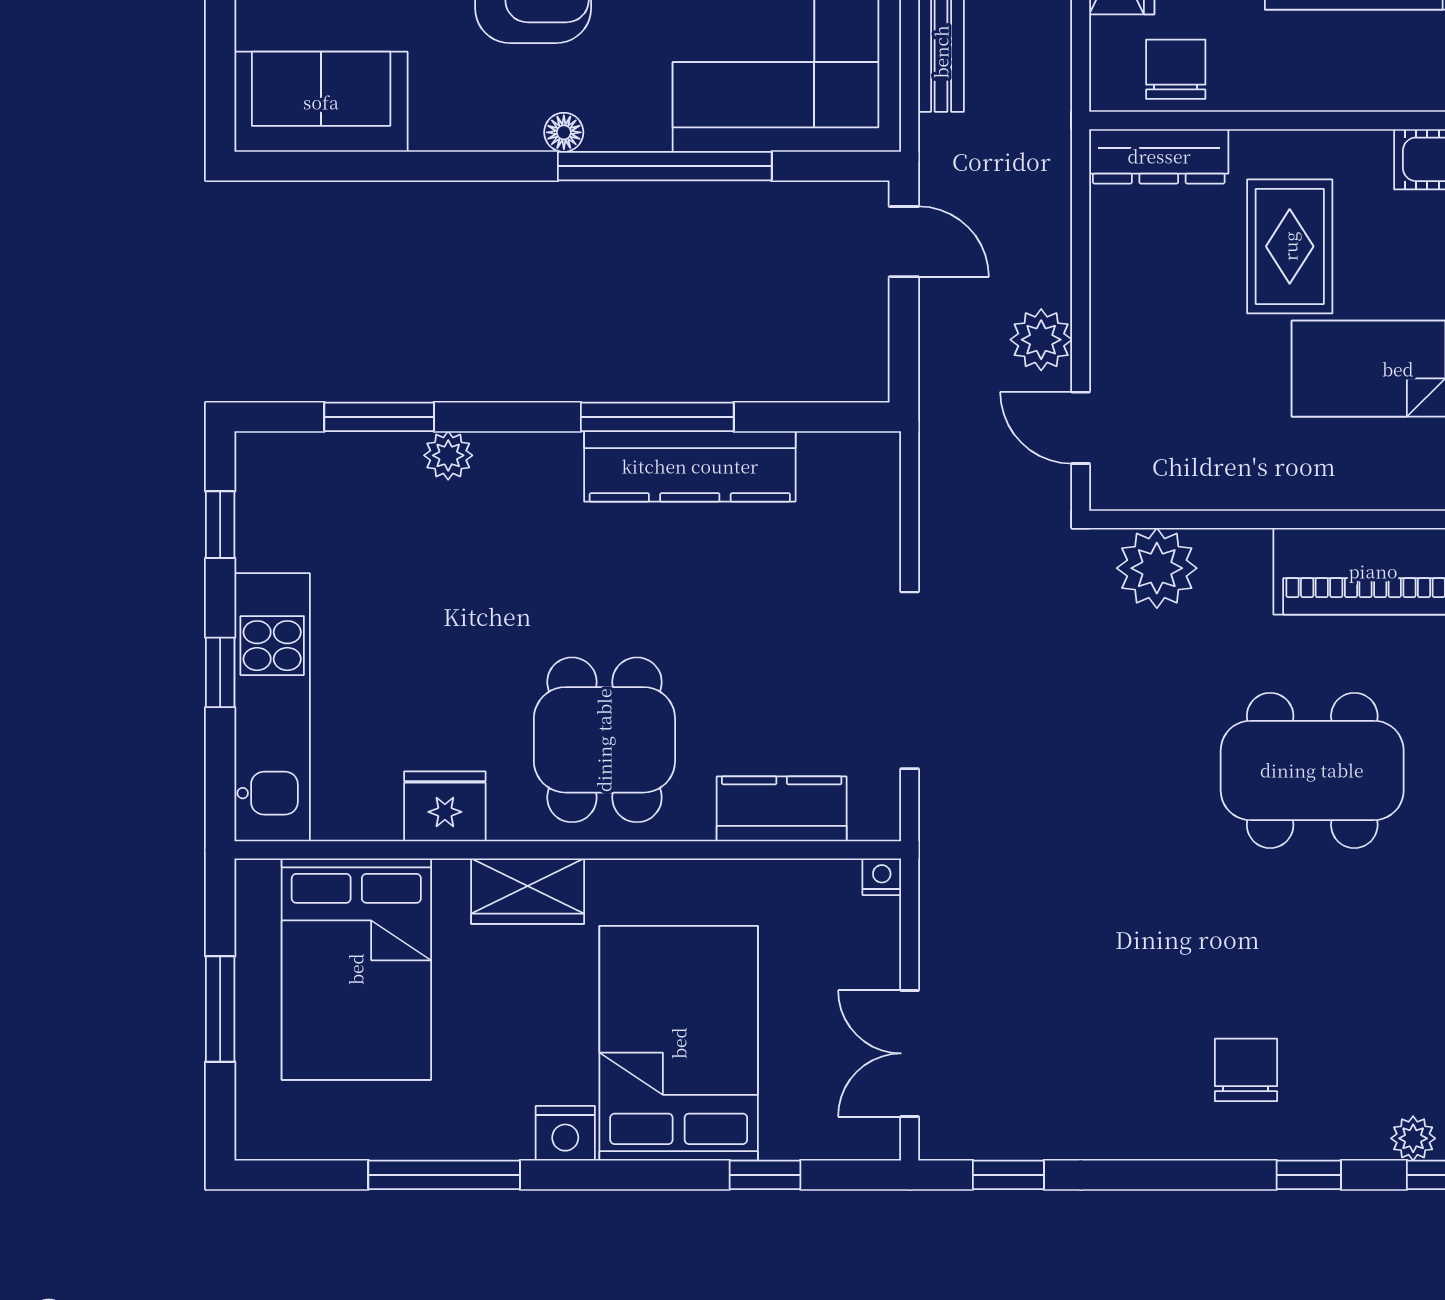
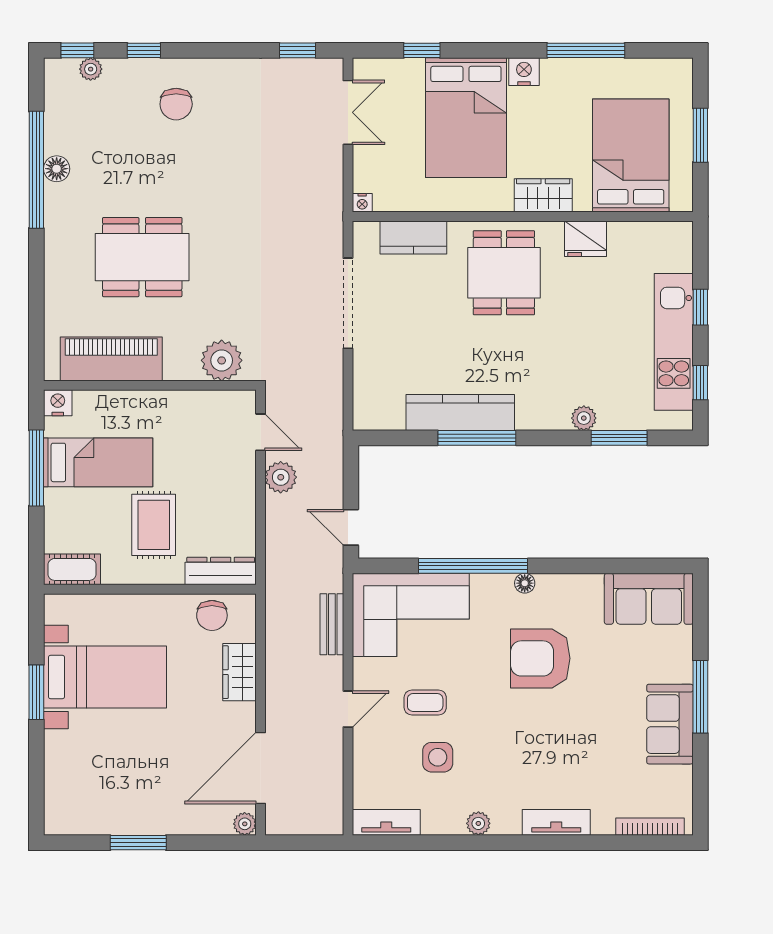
kitchen unit: (272, 707) -> (674, 342), moved

